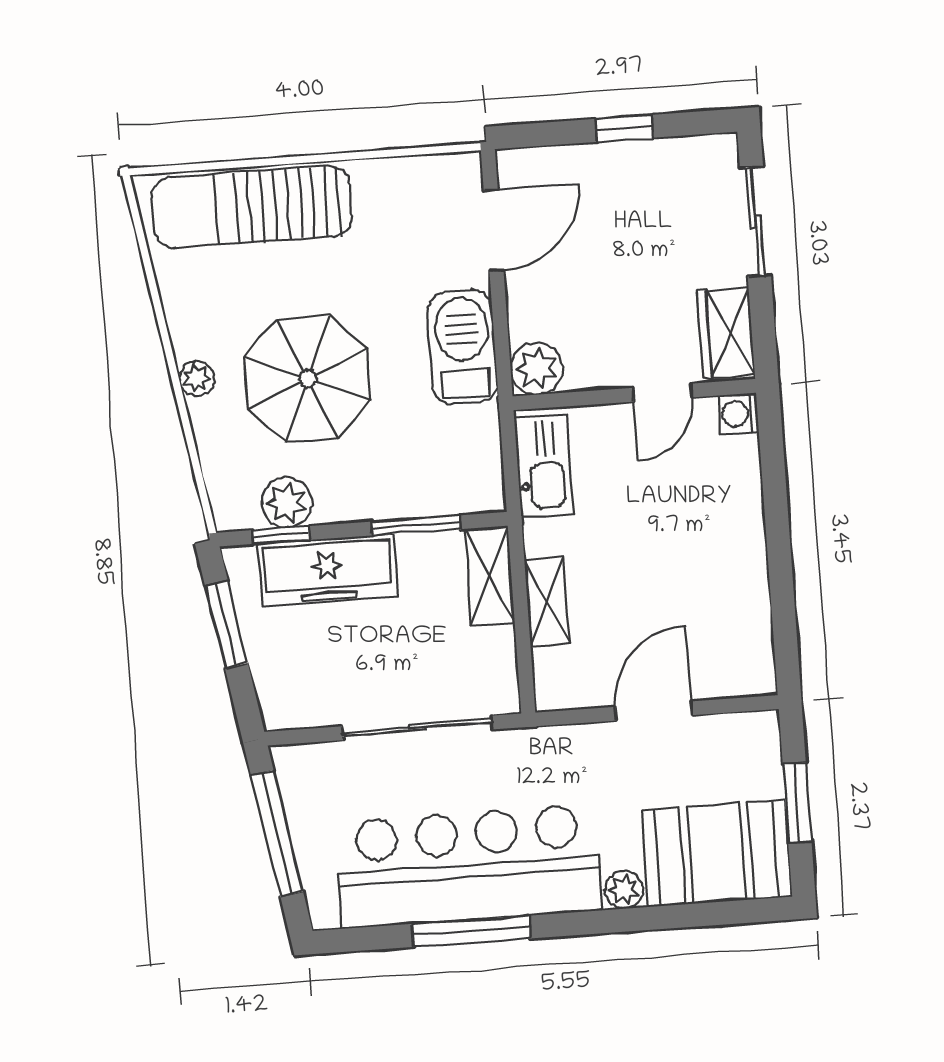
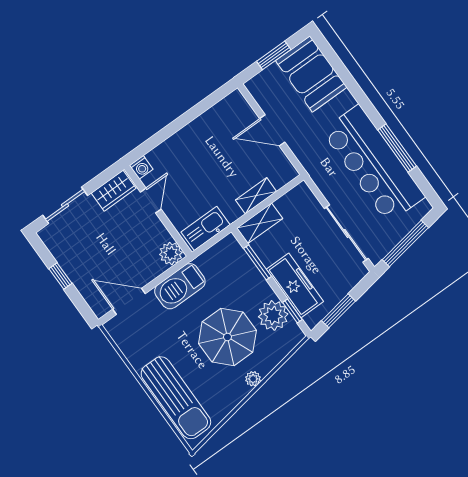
door: (663, 393) -> (151, 201), hinge flipped
plant: (287, 502) -> (273, 315), width x1.36, depth x1.36
sliding door: (417, 728) -> (346, 233), moved
plant: (624, 890) -> (346, 100), removed

